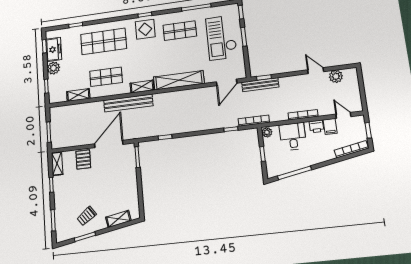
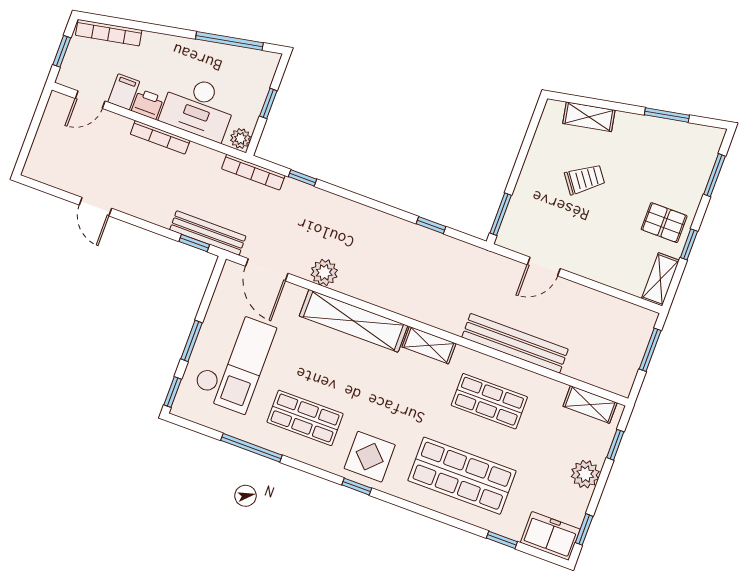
freezer: (54, 49) -> (550, 536), moved, turned 90
plant: (336, 76) -> (324, 272), moved
door: (227, 82) -> (267, 270), swing flipped
shelving: (78, 95) -> (590, 404), moved
bench: (128, 103) -> (515, 343), moved
door: (343, 115) -> (90, 100), hinge flipped
desk: (293, 136) -> (198, 107), width x1.37
door: (109, 144) -> (544, 267), width x0.53
pallet: (83, 159) -> (664, 223), moved, turned 90
trolley: (87, 216) -> (585, 179), moved

